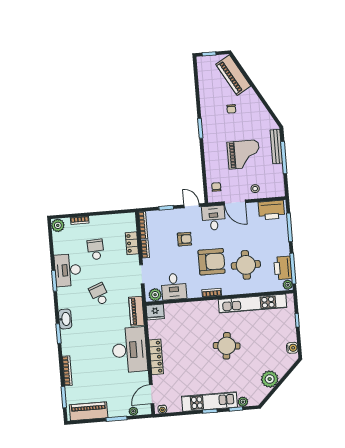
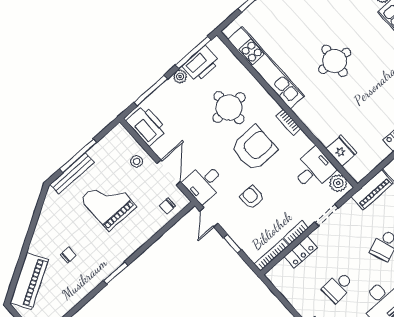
armchair: (212, 262) -> (254, 148), turned 90
plant: (288, 285) -> (180, 76), moved
fridge: (155, 312) -> (341, 151), moved

